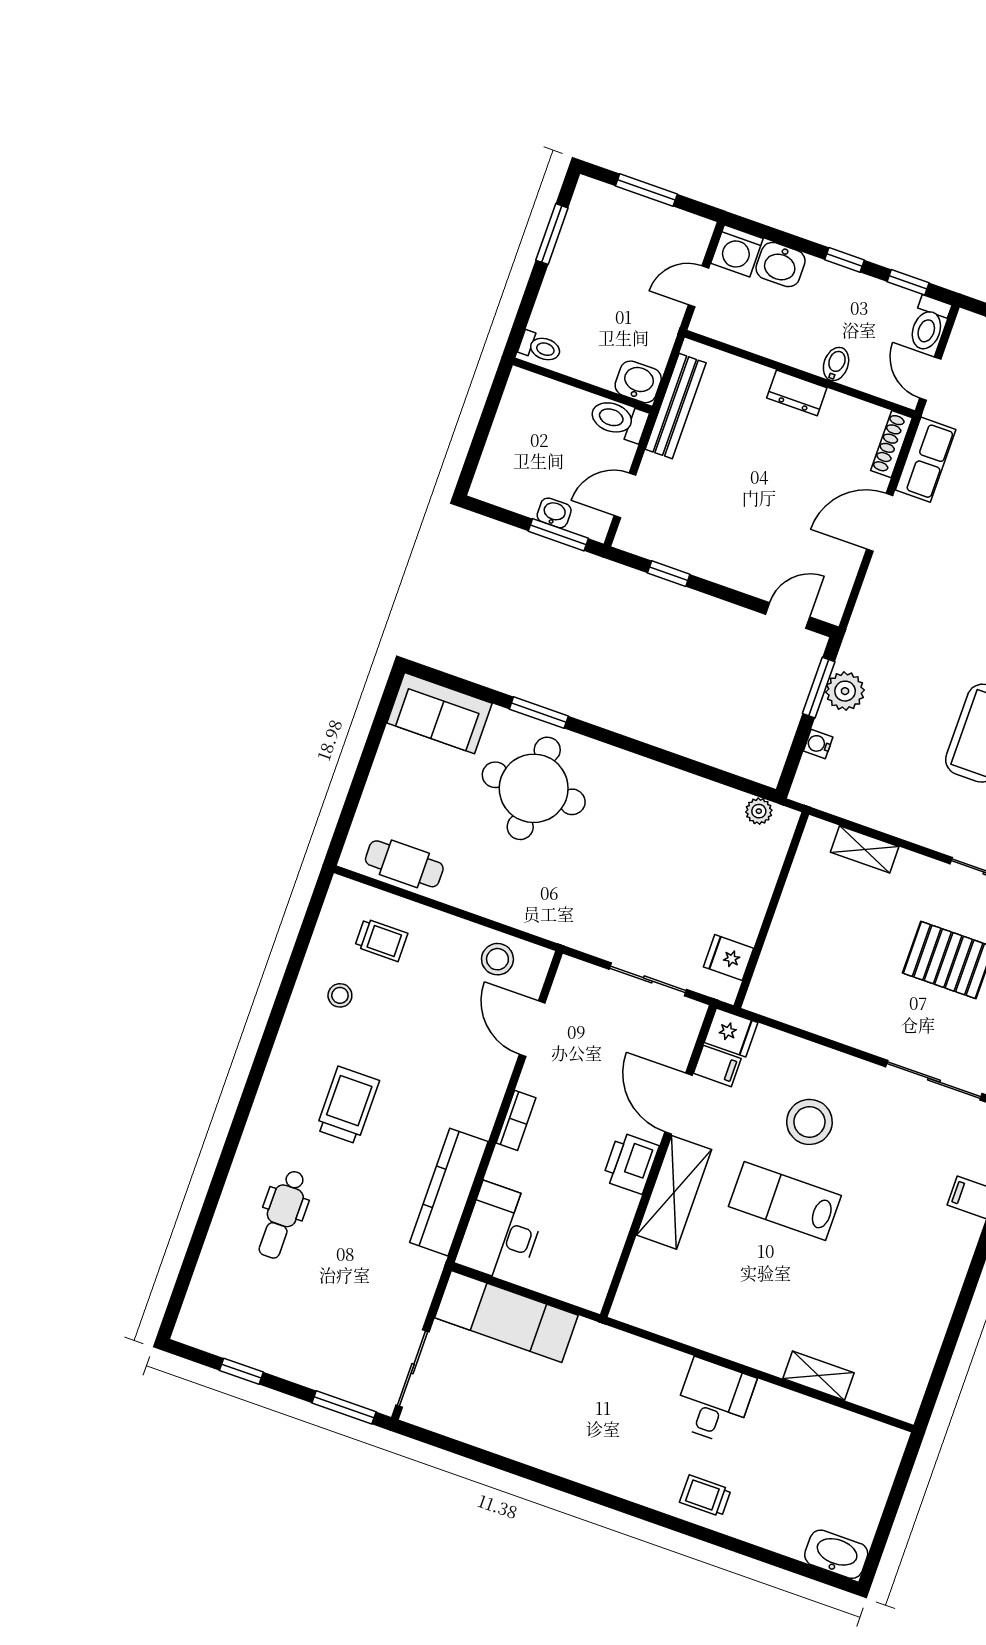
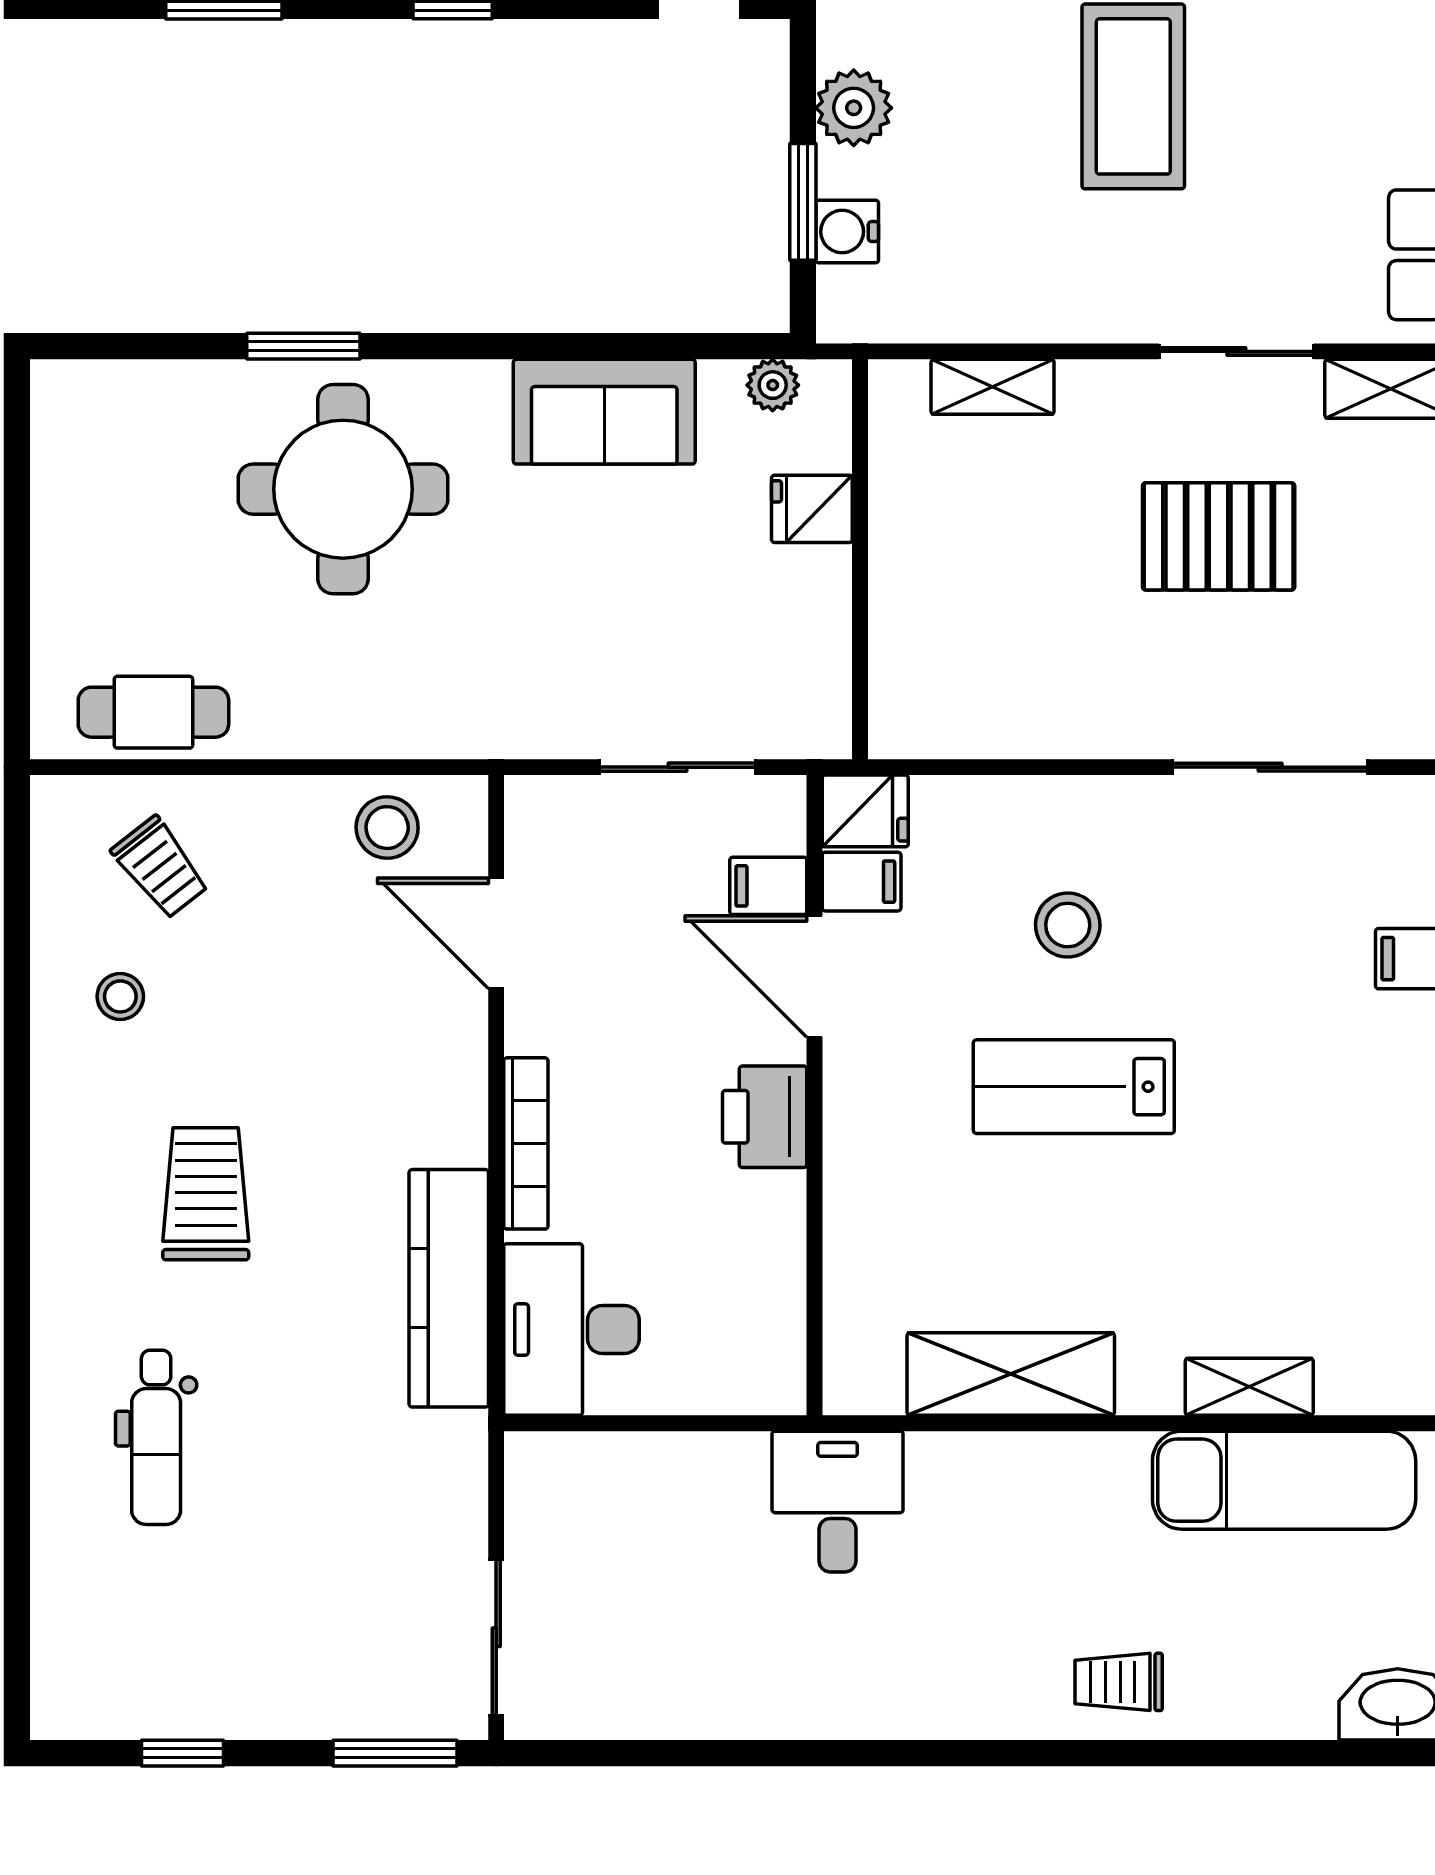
window: (819, 688) -> (803, 202), moved
sofa: (439, 713) -> (604, 412), moved
water cooler: (818, 744) -> (847, 231), width x1.38, depth x1.38
trolley: (381, 940) -> (160, 867), turned 52
fridge: (729, 958) -> (812, 509), moved
filing cabinet: (672, 1052) -> (768, 886), added
bookcase: (516, 1120) -> (526, 1143), width x1.56
stool: (809, 1122) -> (1068, 925), width x0.73, depth x0.73
shelving: (674, 1192) -> (1011, 1374), moved, turned 90
exam couch: (506, 1316) -> (1284, 1480), moved
desk: (714, 1401) -> (838, 1502), moved

